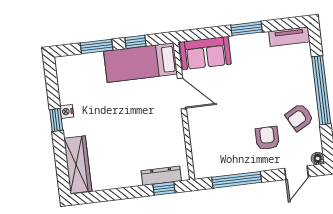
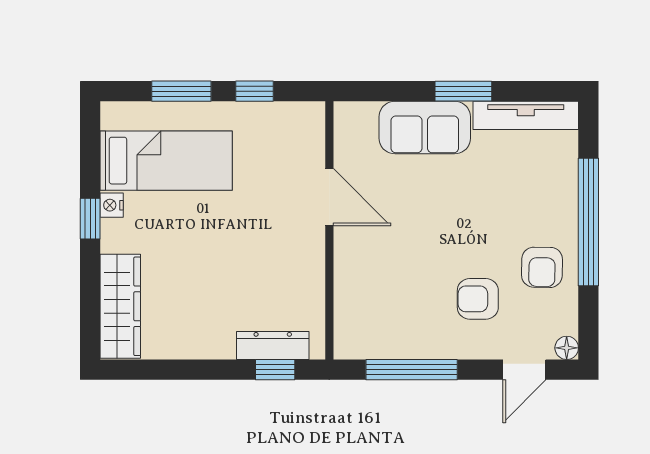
tv unit: (289, 37) -> (526, 115), width x1.41
sofa: (205, 53) -> (425, 128), moved
bed: (140, 63) -> (166, 161), moved, turned 180
armchair: (299, 117) -> (542, 267), turned -60
armchair: (267, 138) -> (478, 299), turned -90

